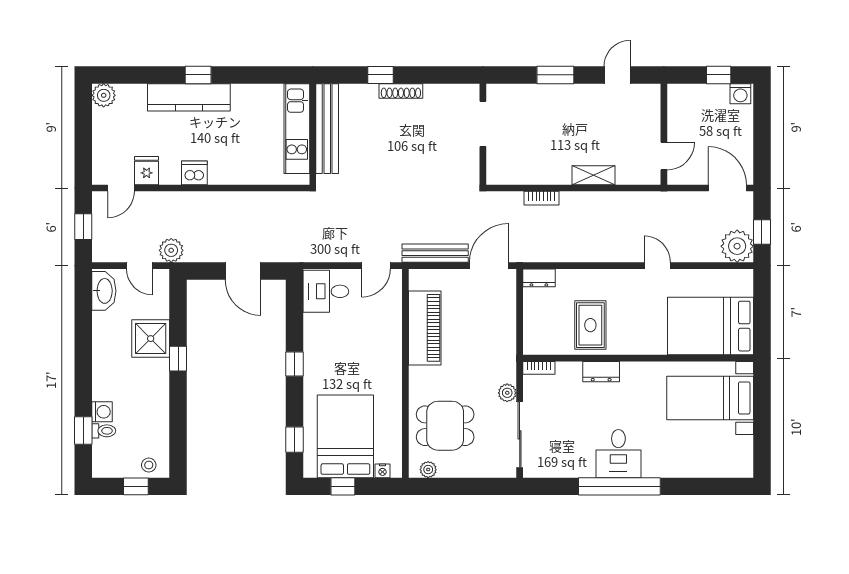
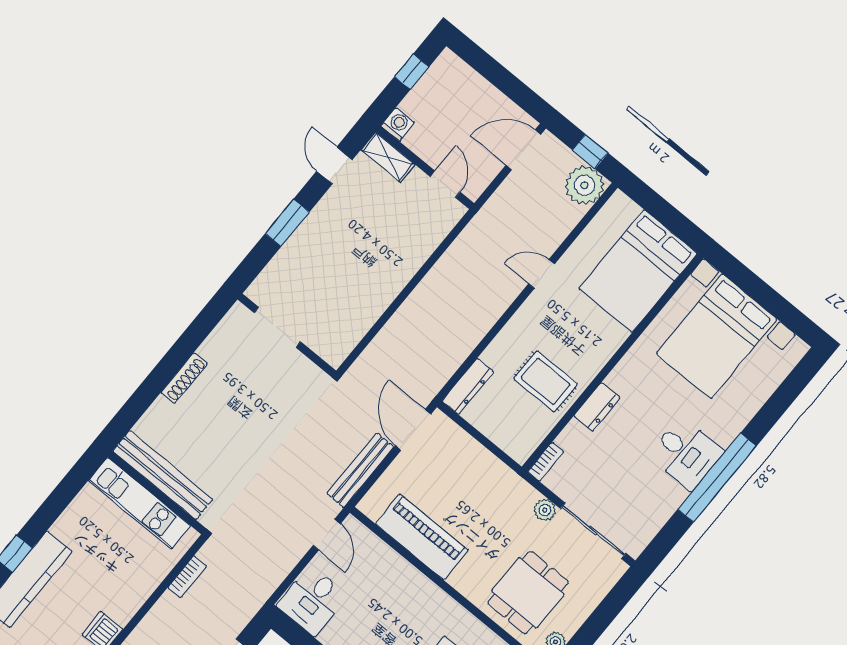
window: (381, 75) -> (154, 385), removed
washing machine: (740, 94) -> (398, 124), moved, turned -90
shelving: (594, 175) -> (388, 157), moved, turned 90
bookcase: (542, 198) -> (187, 577), moved
dresser: (539, 278) -> (468, 386), width x1.44
bed with nightstands: (710, 398) -> (717, 336), width x1.36

